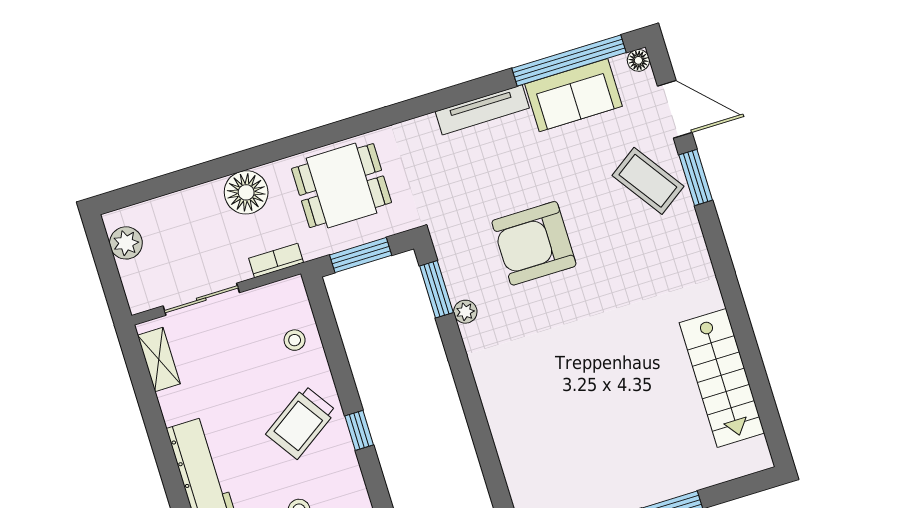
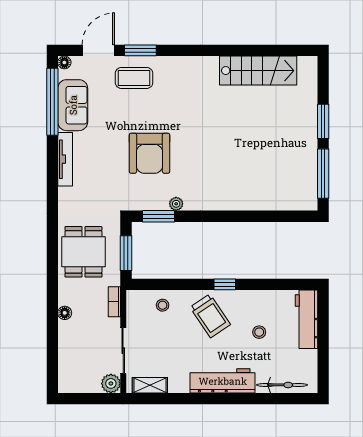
coffee table: (648, 181) -> (134, 78), turned 35
floor lamp: (246, 192) -> (65, 313), width x0.53, depth x0.53
plant: (126, 243) -> (111, 383), moved

